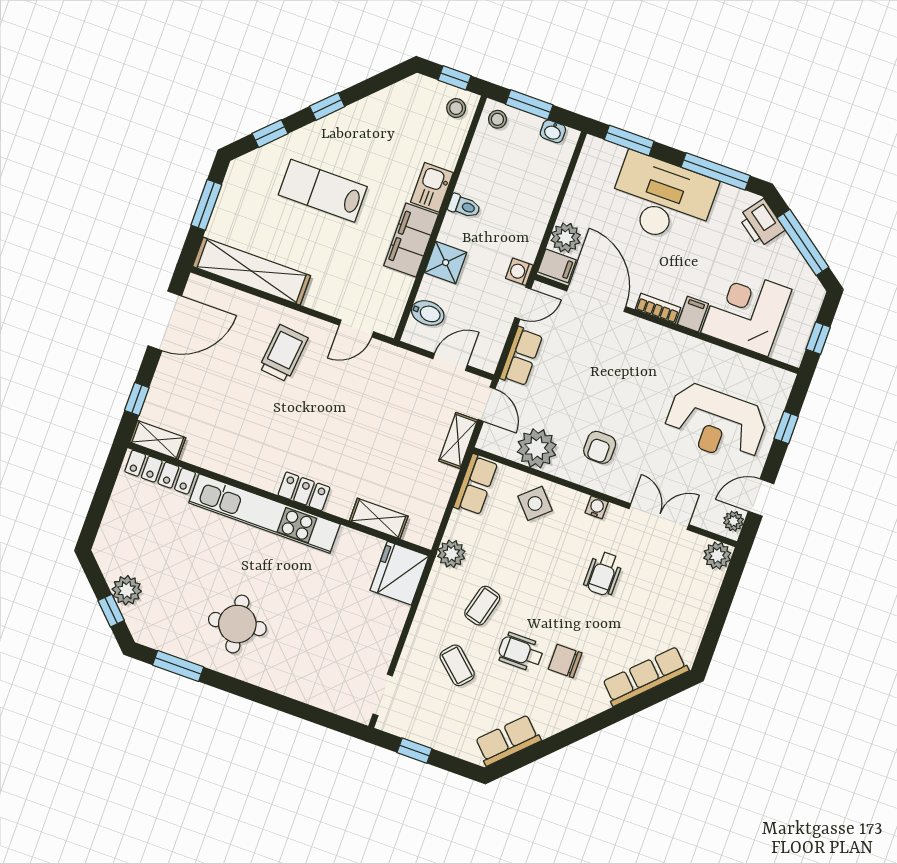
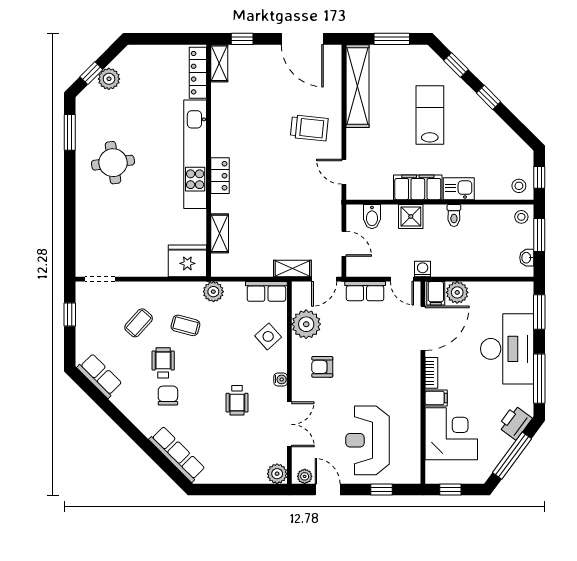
wheelchair: (603, 573) -> (237, 400), turned -90

